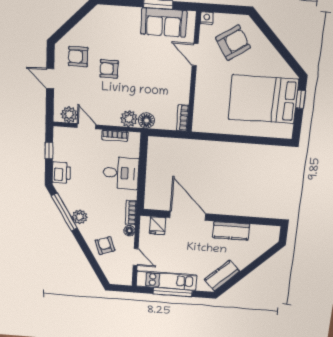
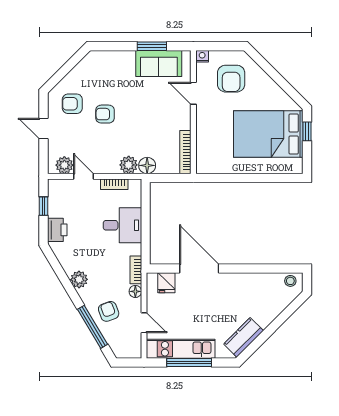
armchair: (233, 43) -> (231, 79), turned 123
bookcase: (183, 118) -> (185, 152), width x1.56
window: (64, 212) -> (93, 327), moved
kitchen counter: (231, 231) -> (249, 283), removed
stool: (268, 232) -> (290, 281), added

